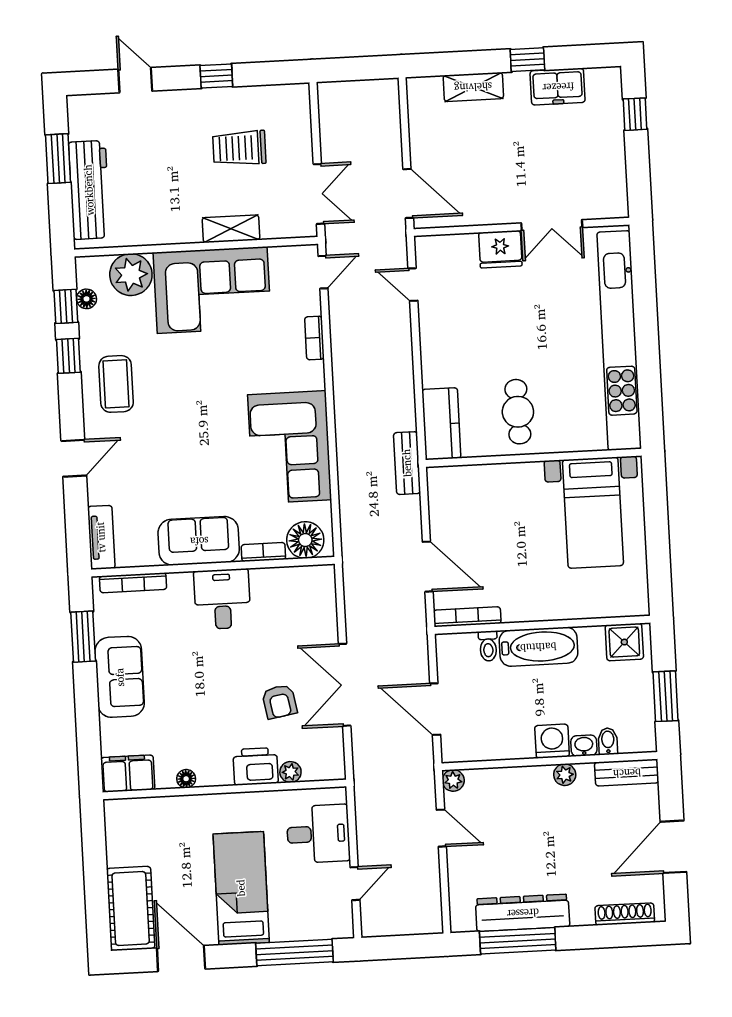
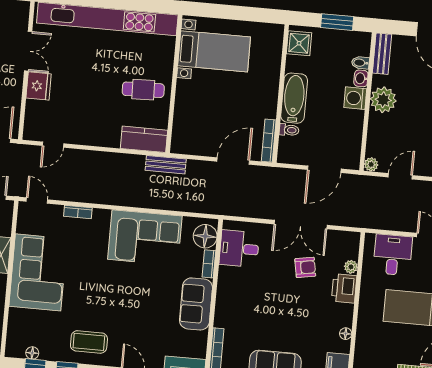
plant: (131, 275) -> (21, 323), removed
desk: (222, 599) -> (239, 249), moved
plant: (565, 775) -> (383, 100), width x1.88, depth x1.88

